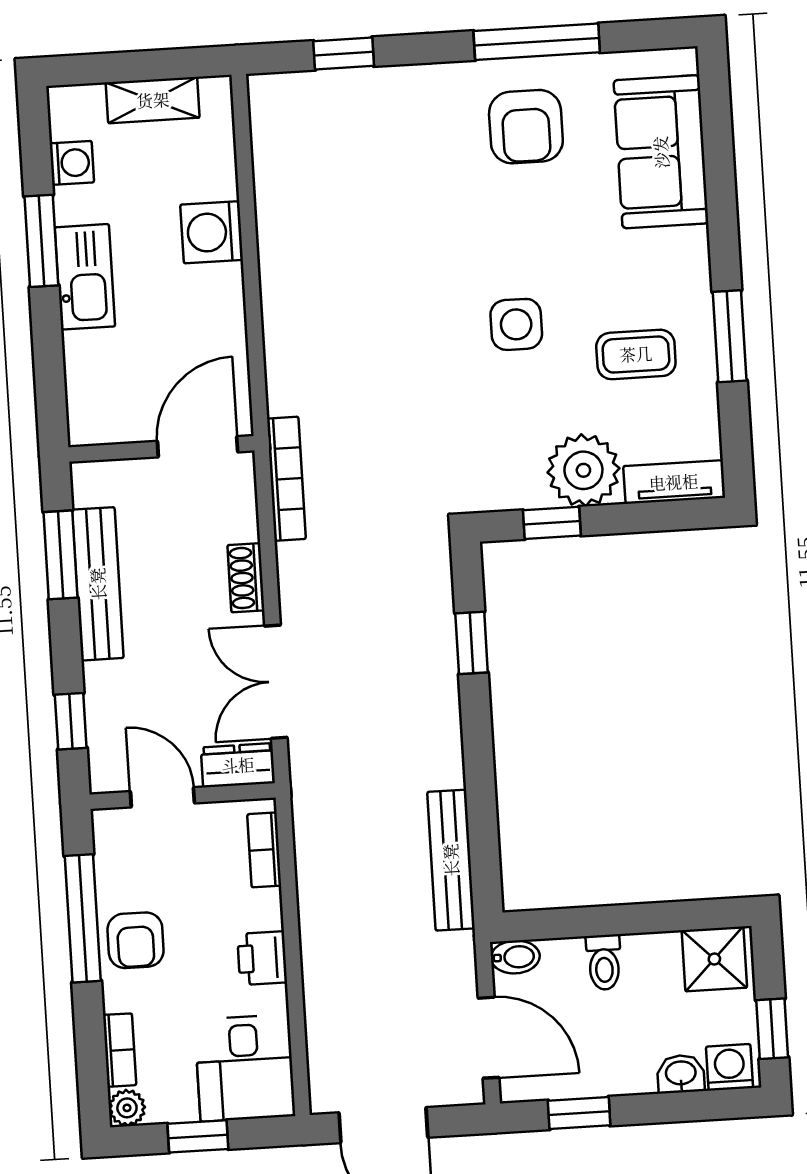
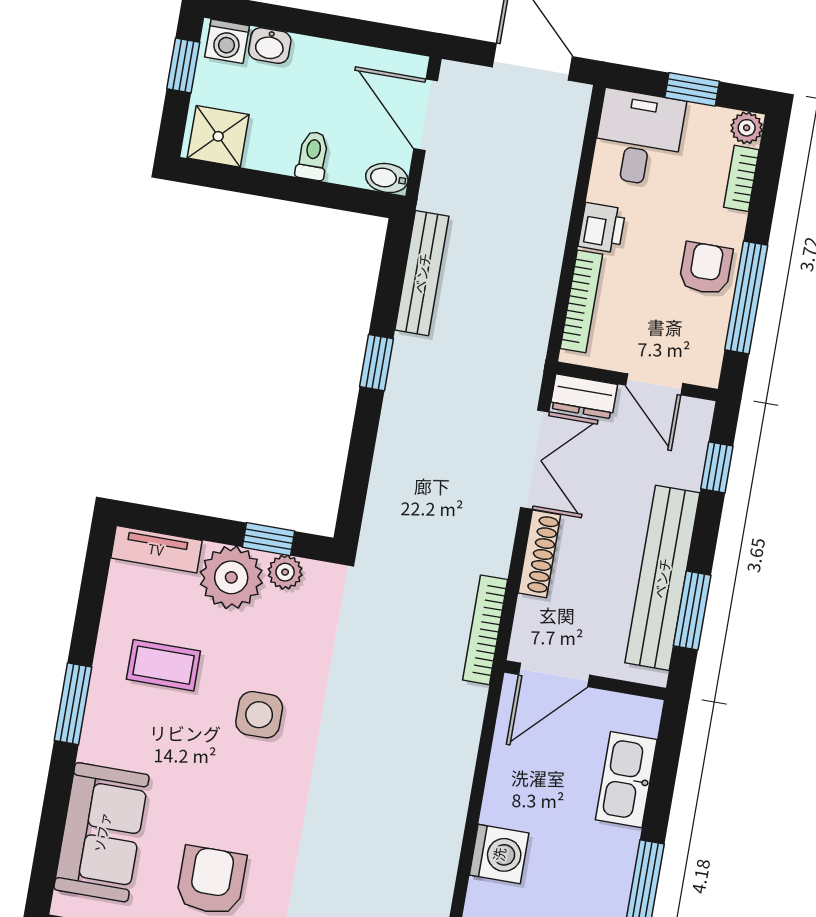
kitchen sink: (85, 277) -> (626, 780), moved
window: (730, 336) -> (73, 704), moved
plant: (525, 490) -> (285, 572), added
shoe rack: (246, 578) -> (539, 554), width x1.43
bench: (98, 584) -> (662, 578), width x1.37, depth x1.21
window: (472, 643) -> (376, 363), moved
bookcase: (264, 850) -> (581, 301), width x1.56
window: (579, 1113) -> (364, 33), removed

